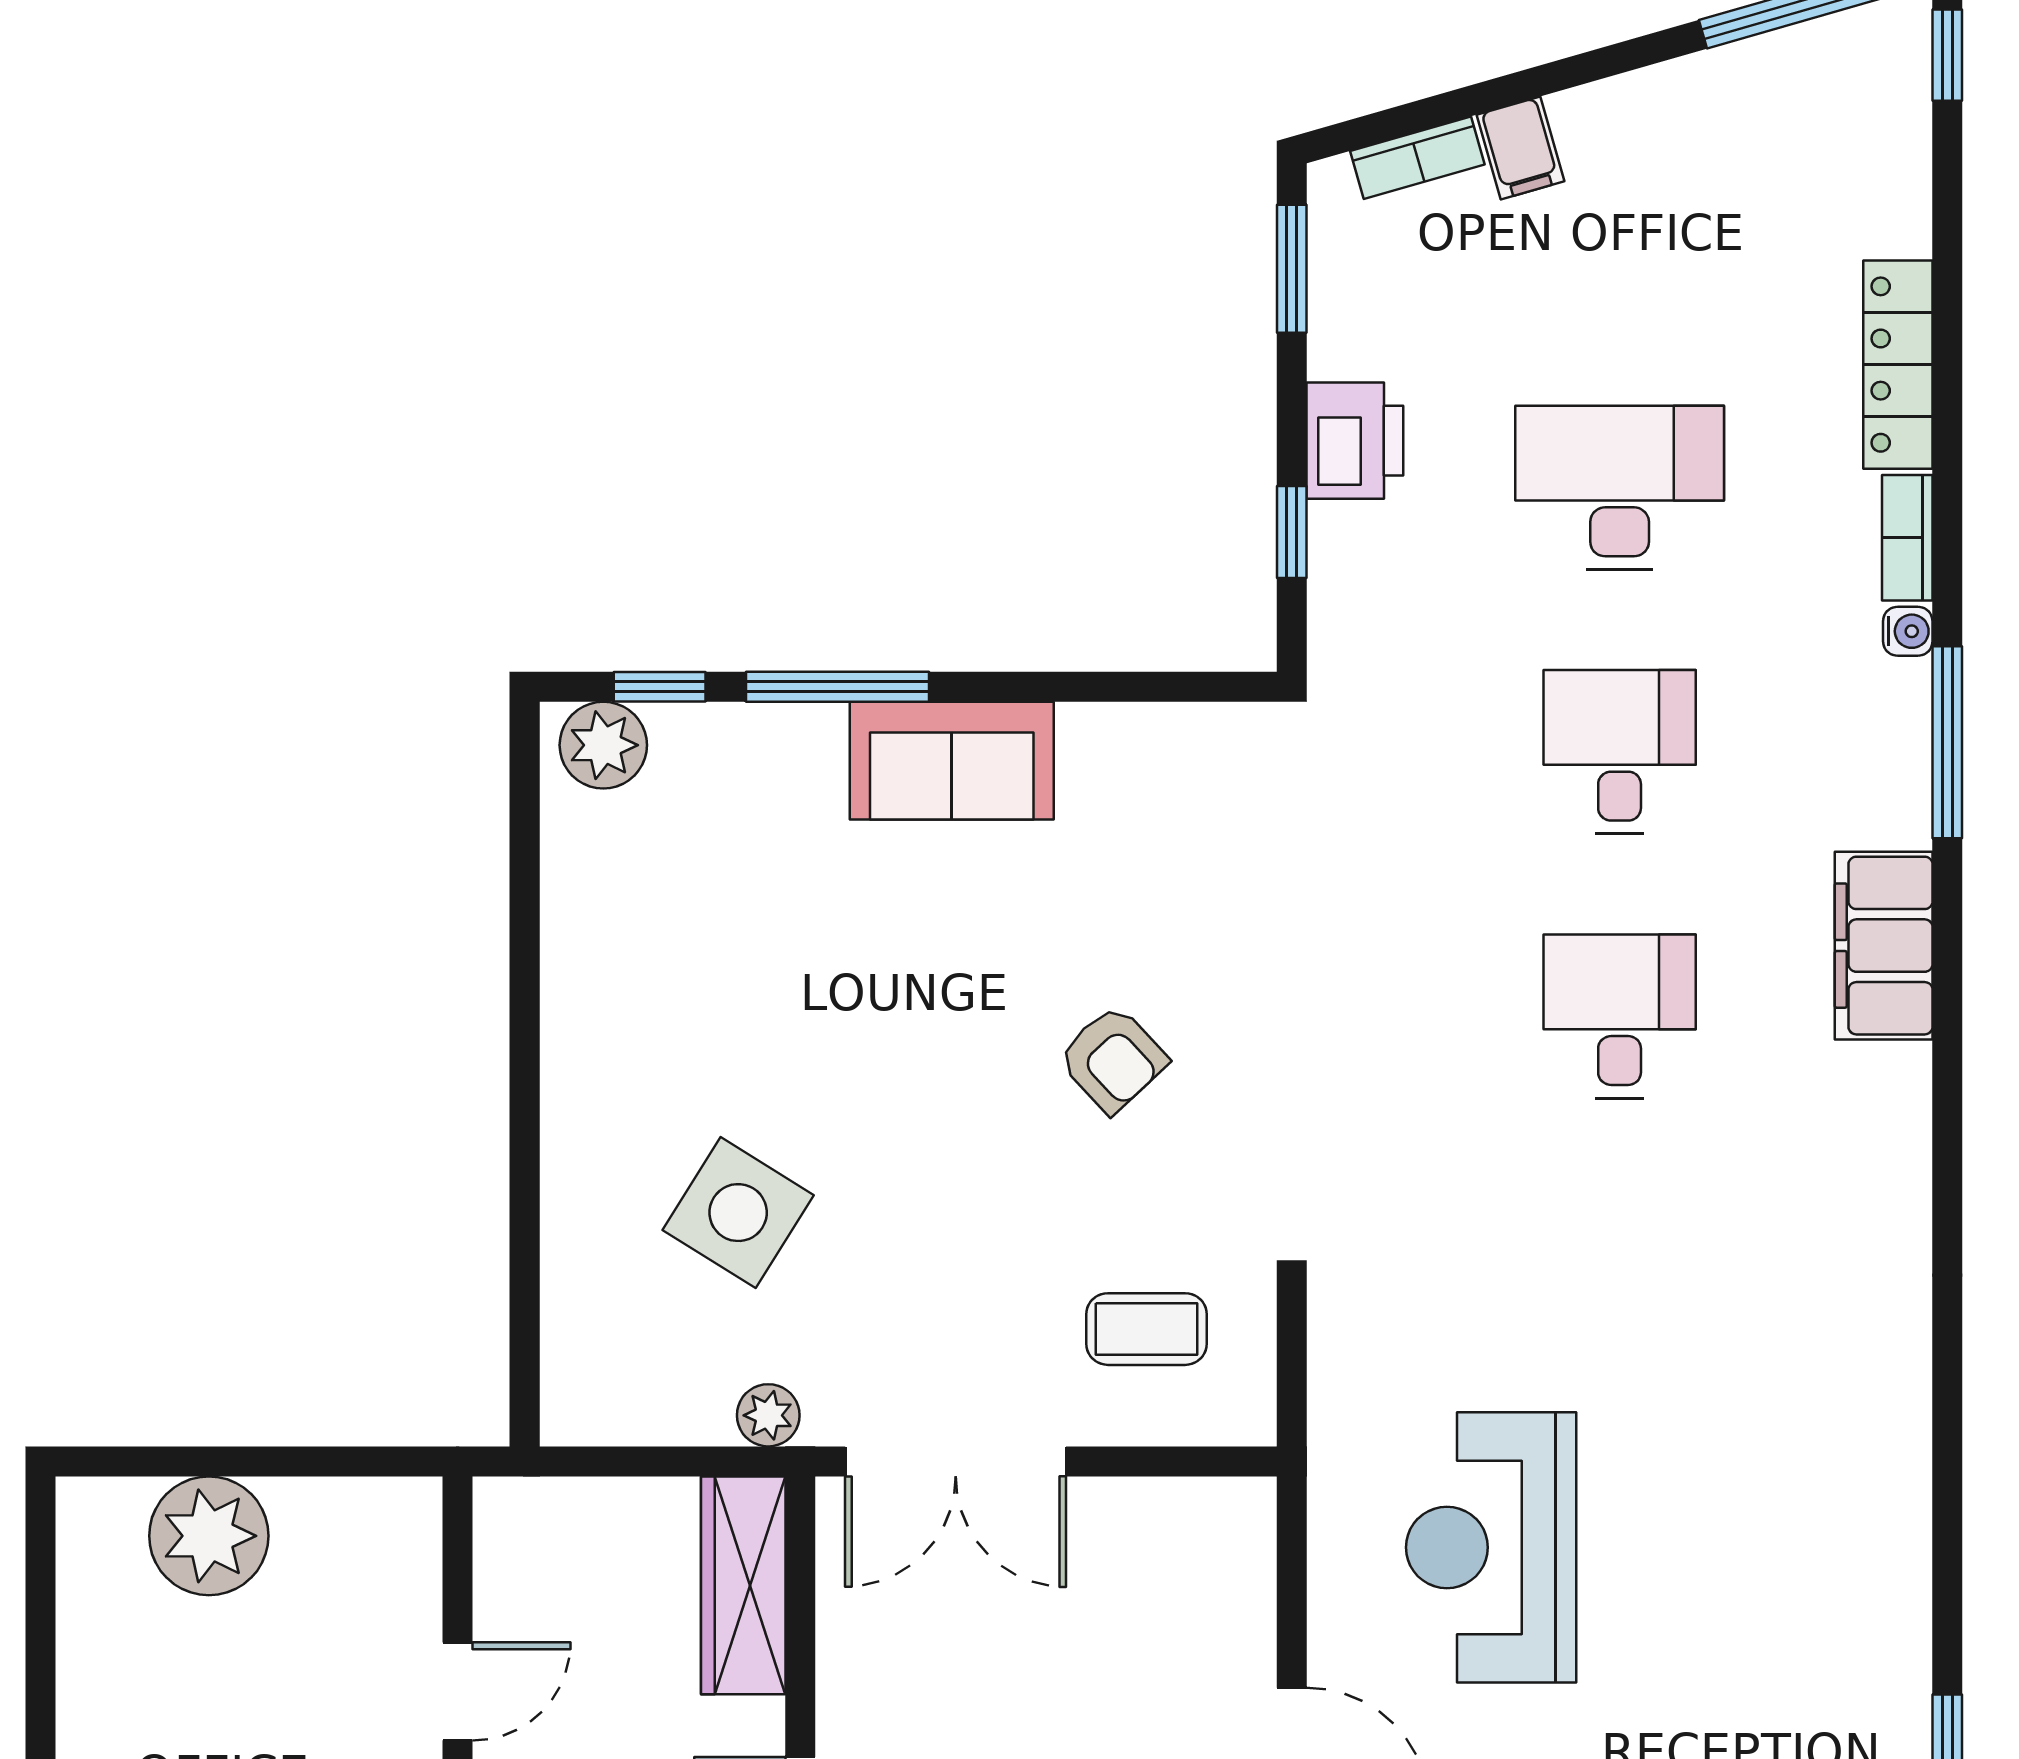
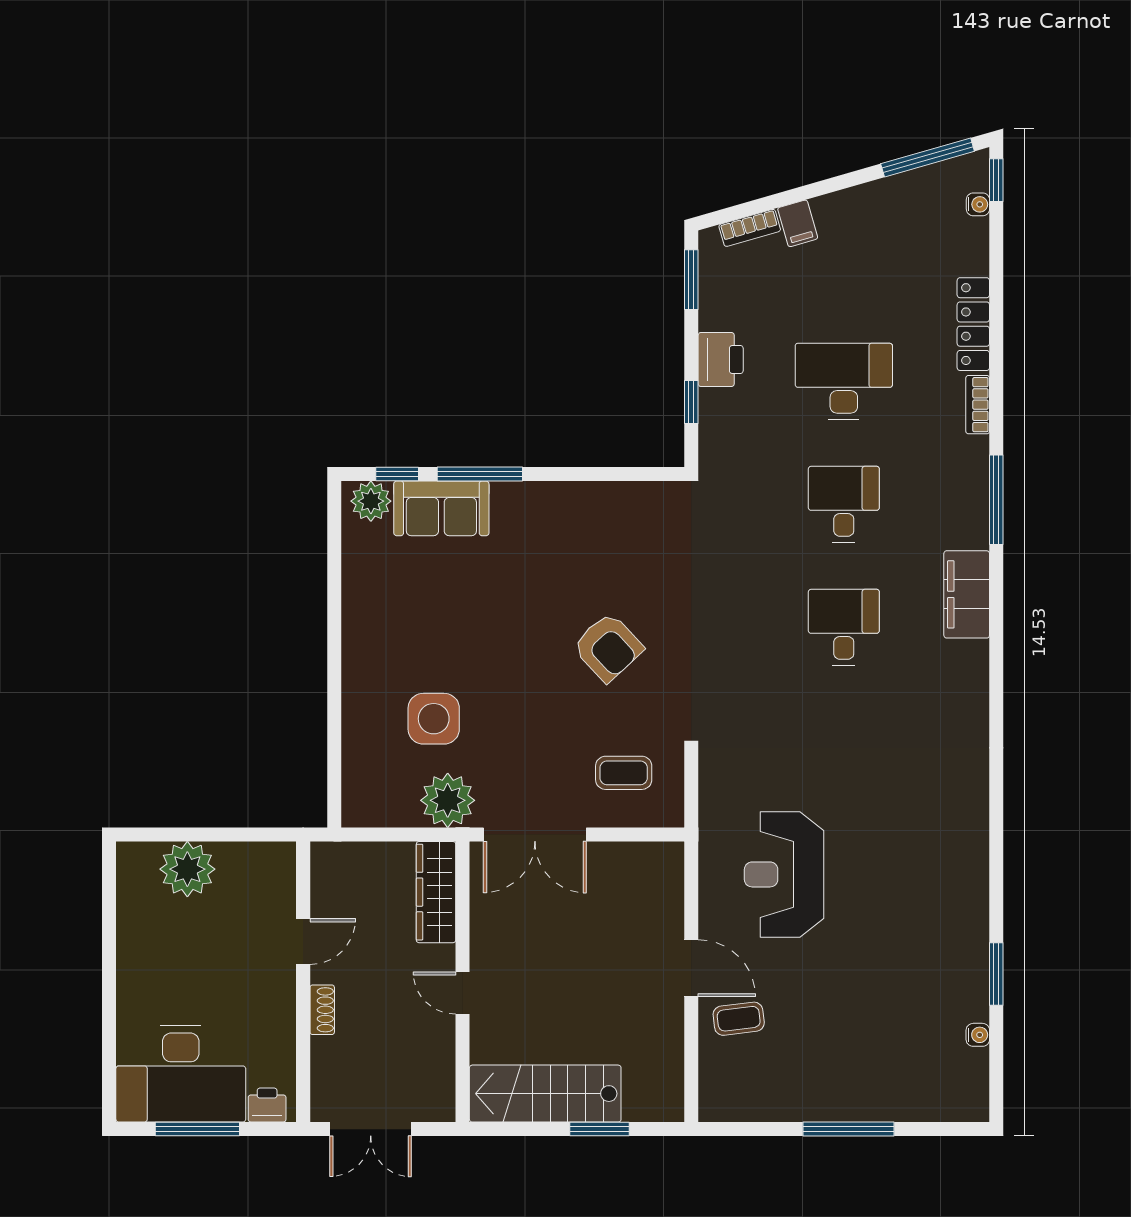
water cooler: (1908, 631) -> (978, 204), moved
sofa: (952, 761) -> (441, 508), moved
armchair: (1113, 1059) -> (608, 647), width x1.38, depth x1.38
side table: (738, 1213) -> (434, 719), turned -32
plant: (768, 1415) -> (448, 800), width x1.88, depth x1.88

